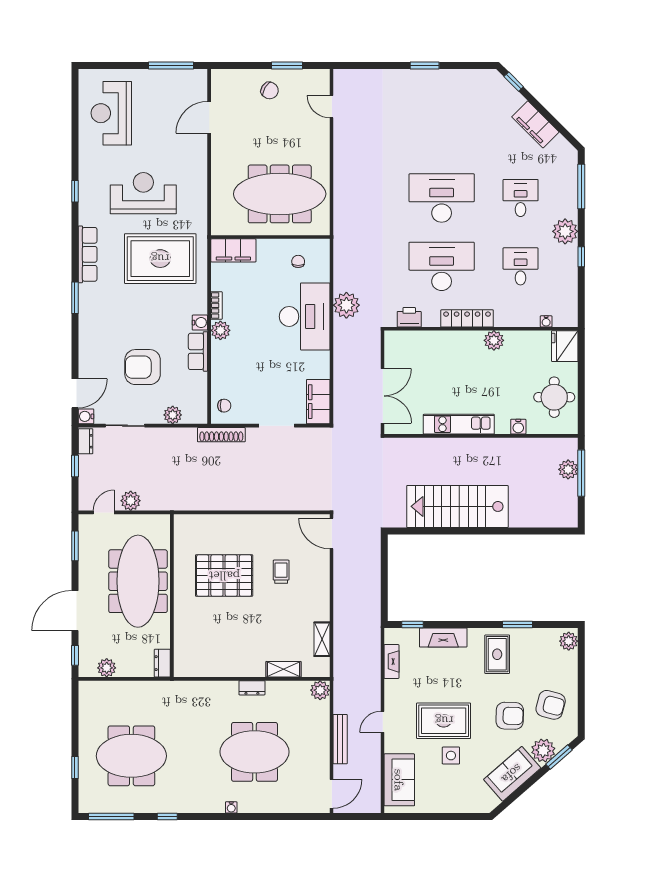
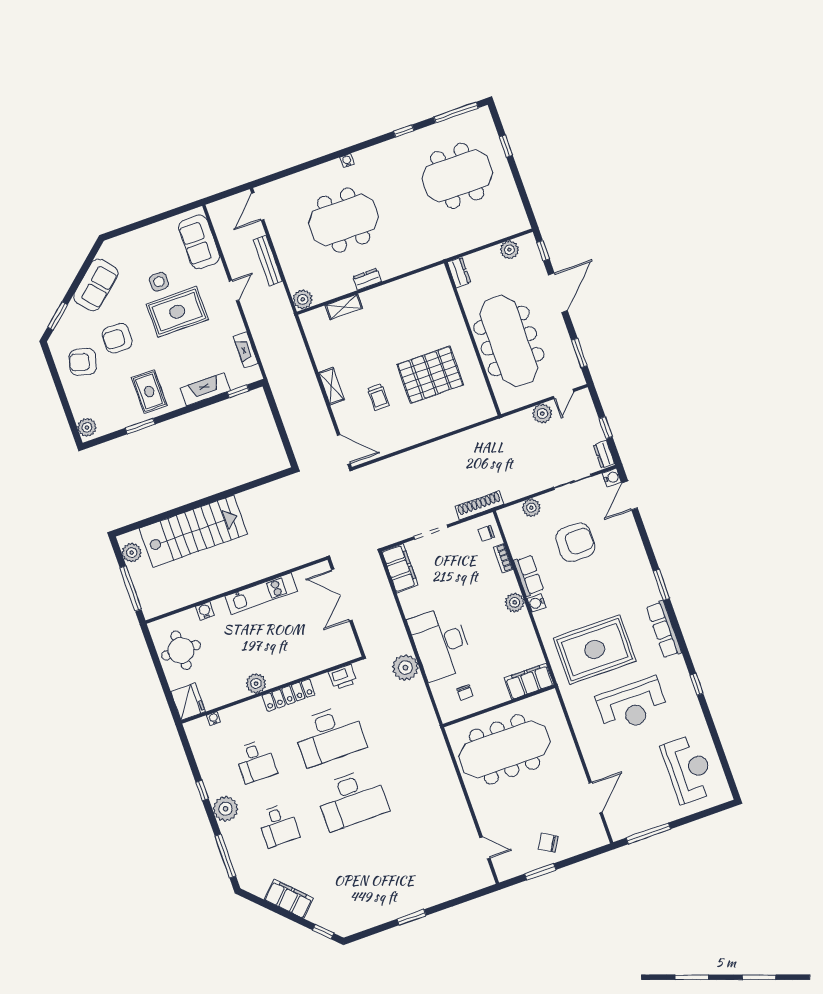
bookcase: (216, 305) -> (503, 558), moved
plant: (568, 469) -> (132, 553), moved
stairs: (457, 506) -> (193, 531), moved
shelving: (322, 639) -> (331, 386), moved
plant: (543, 750) -> (74, 317), removed

